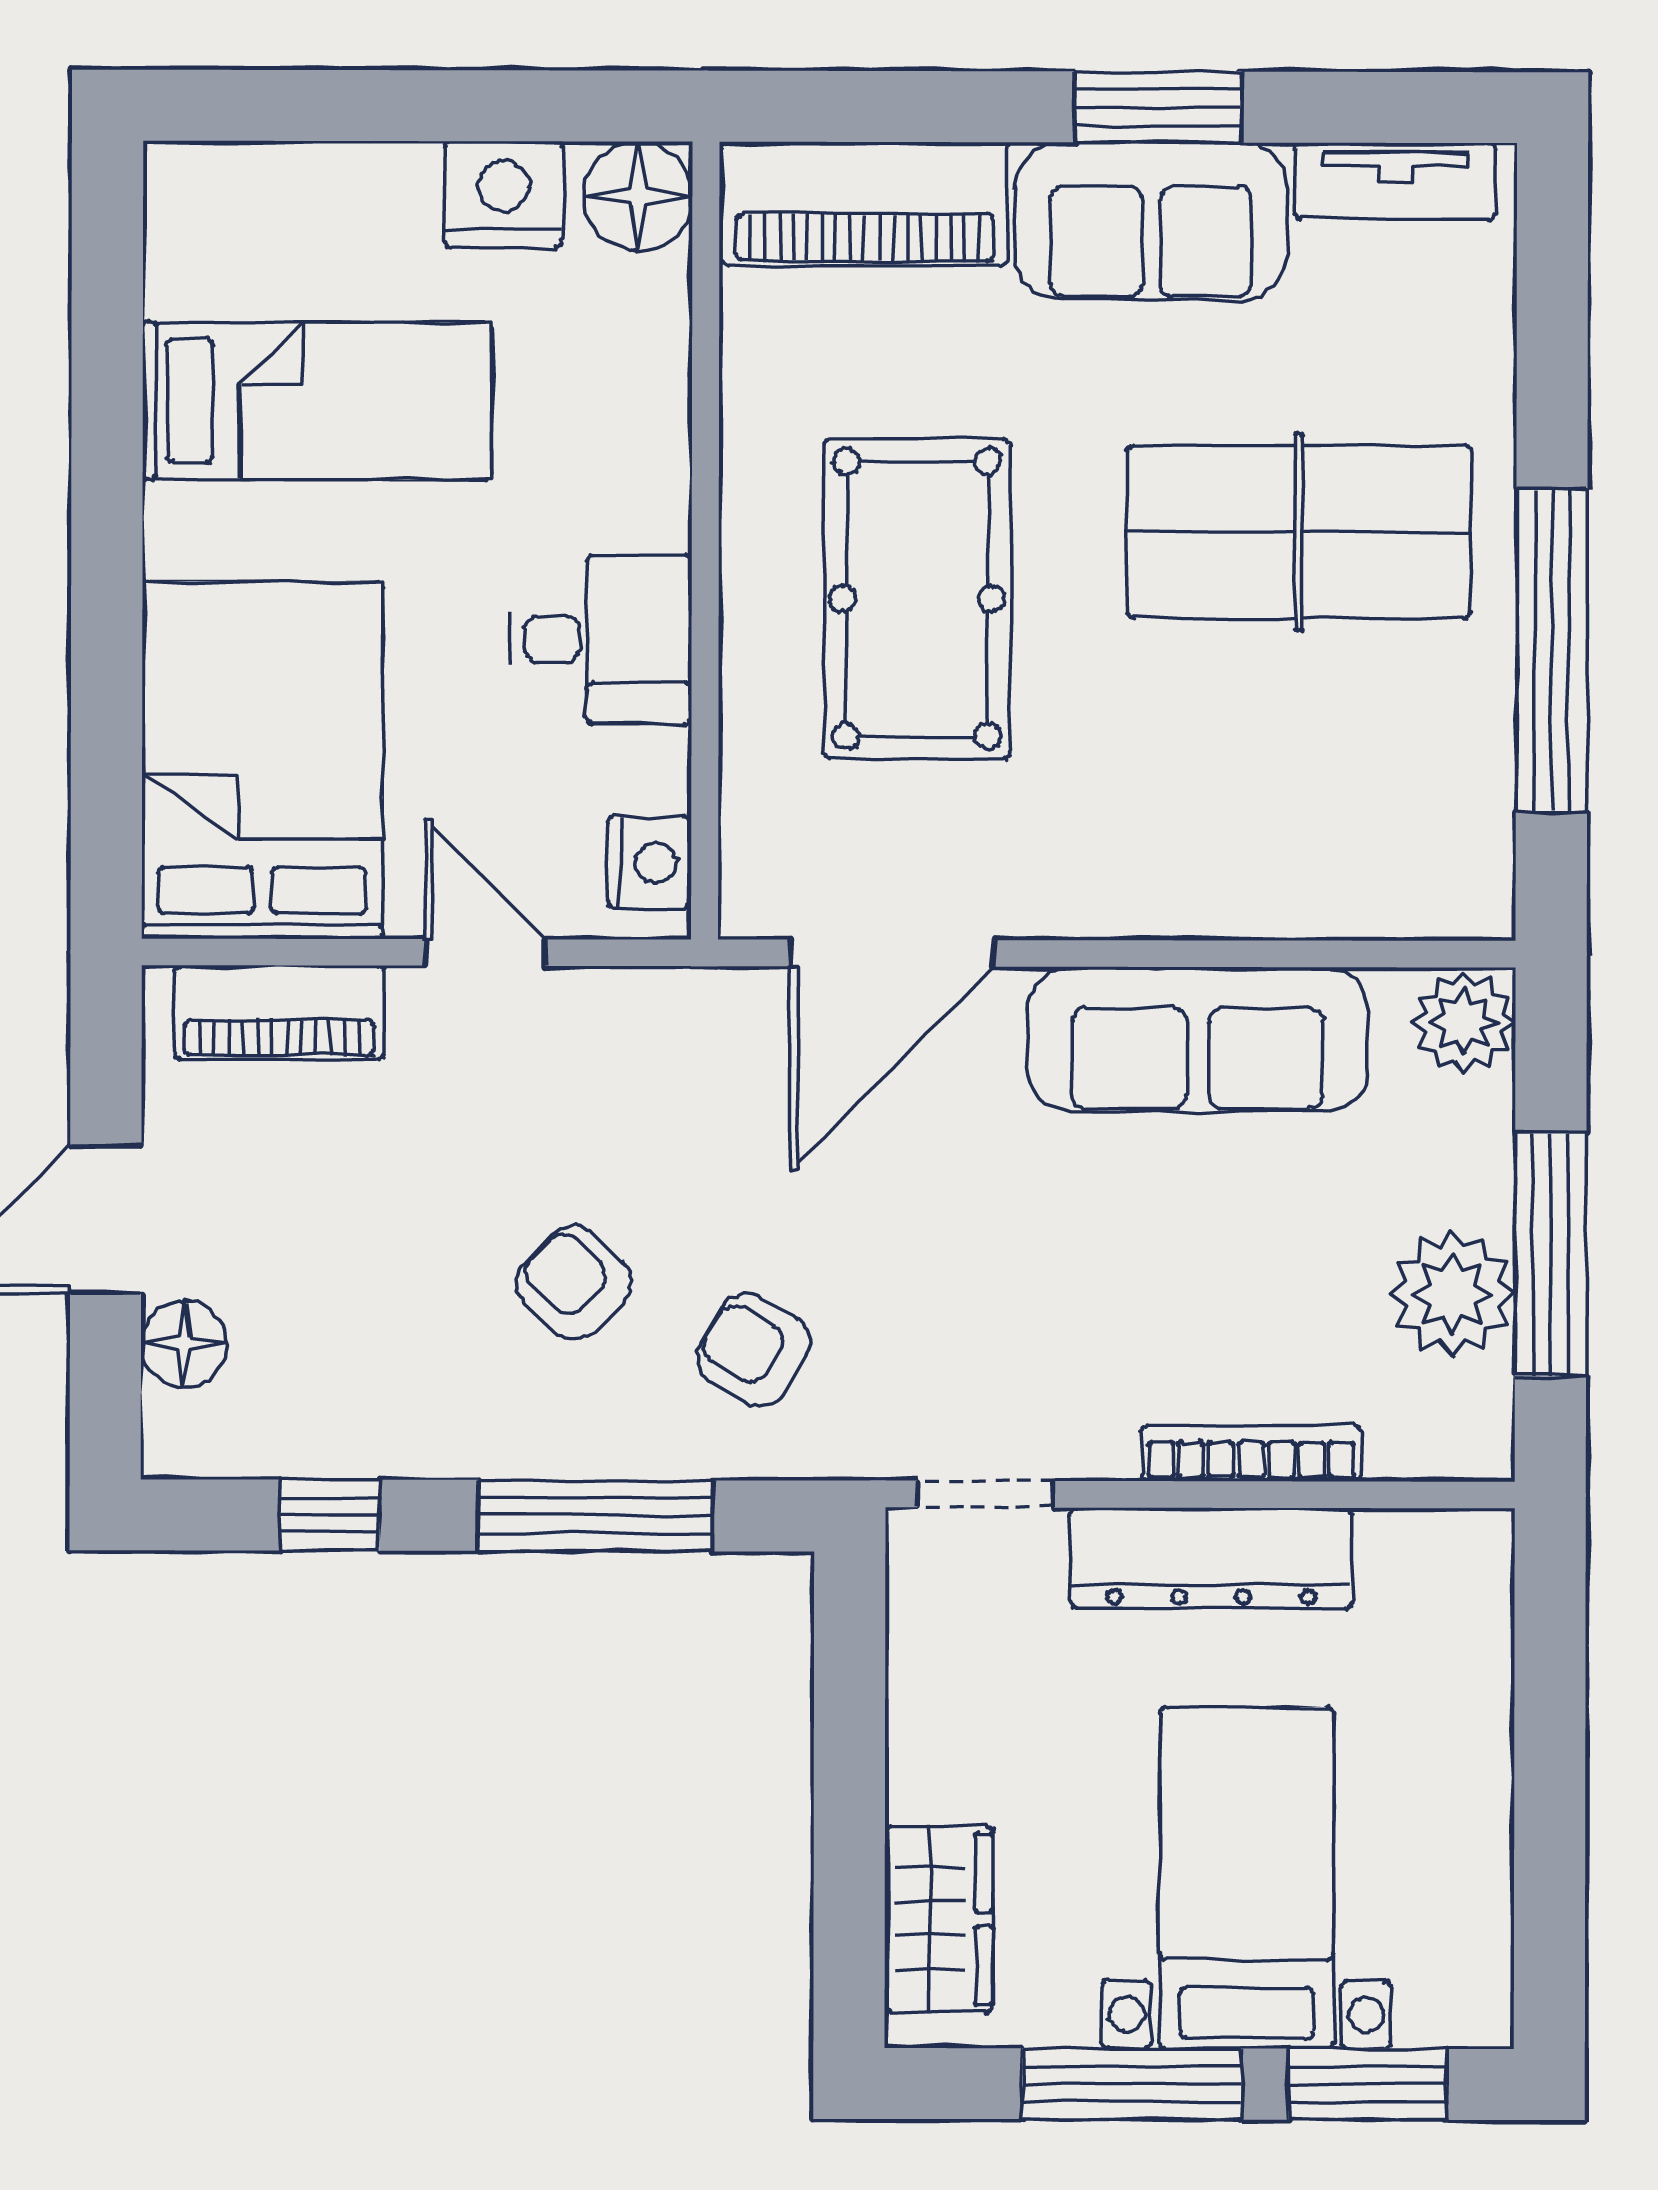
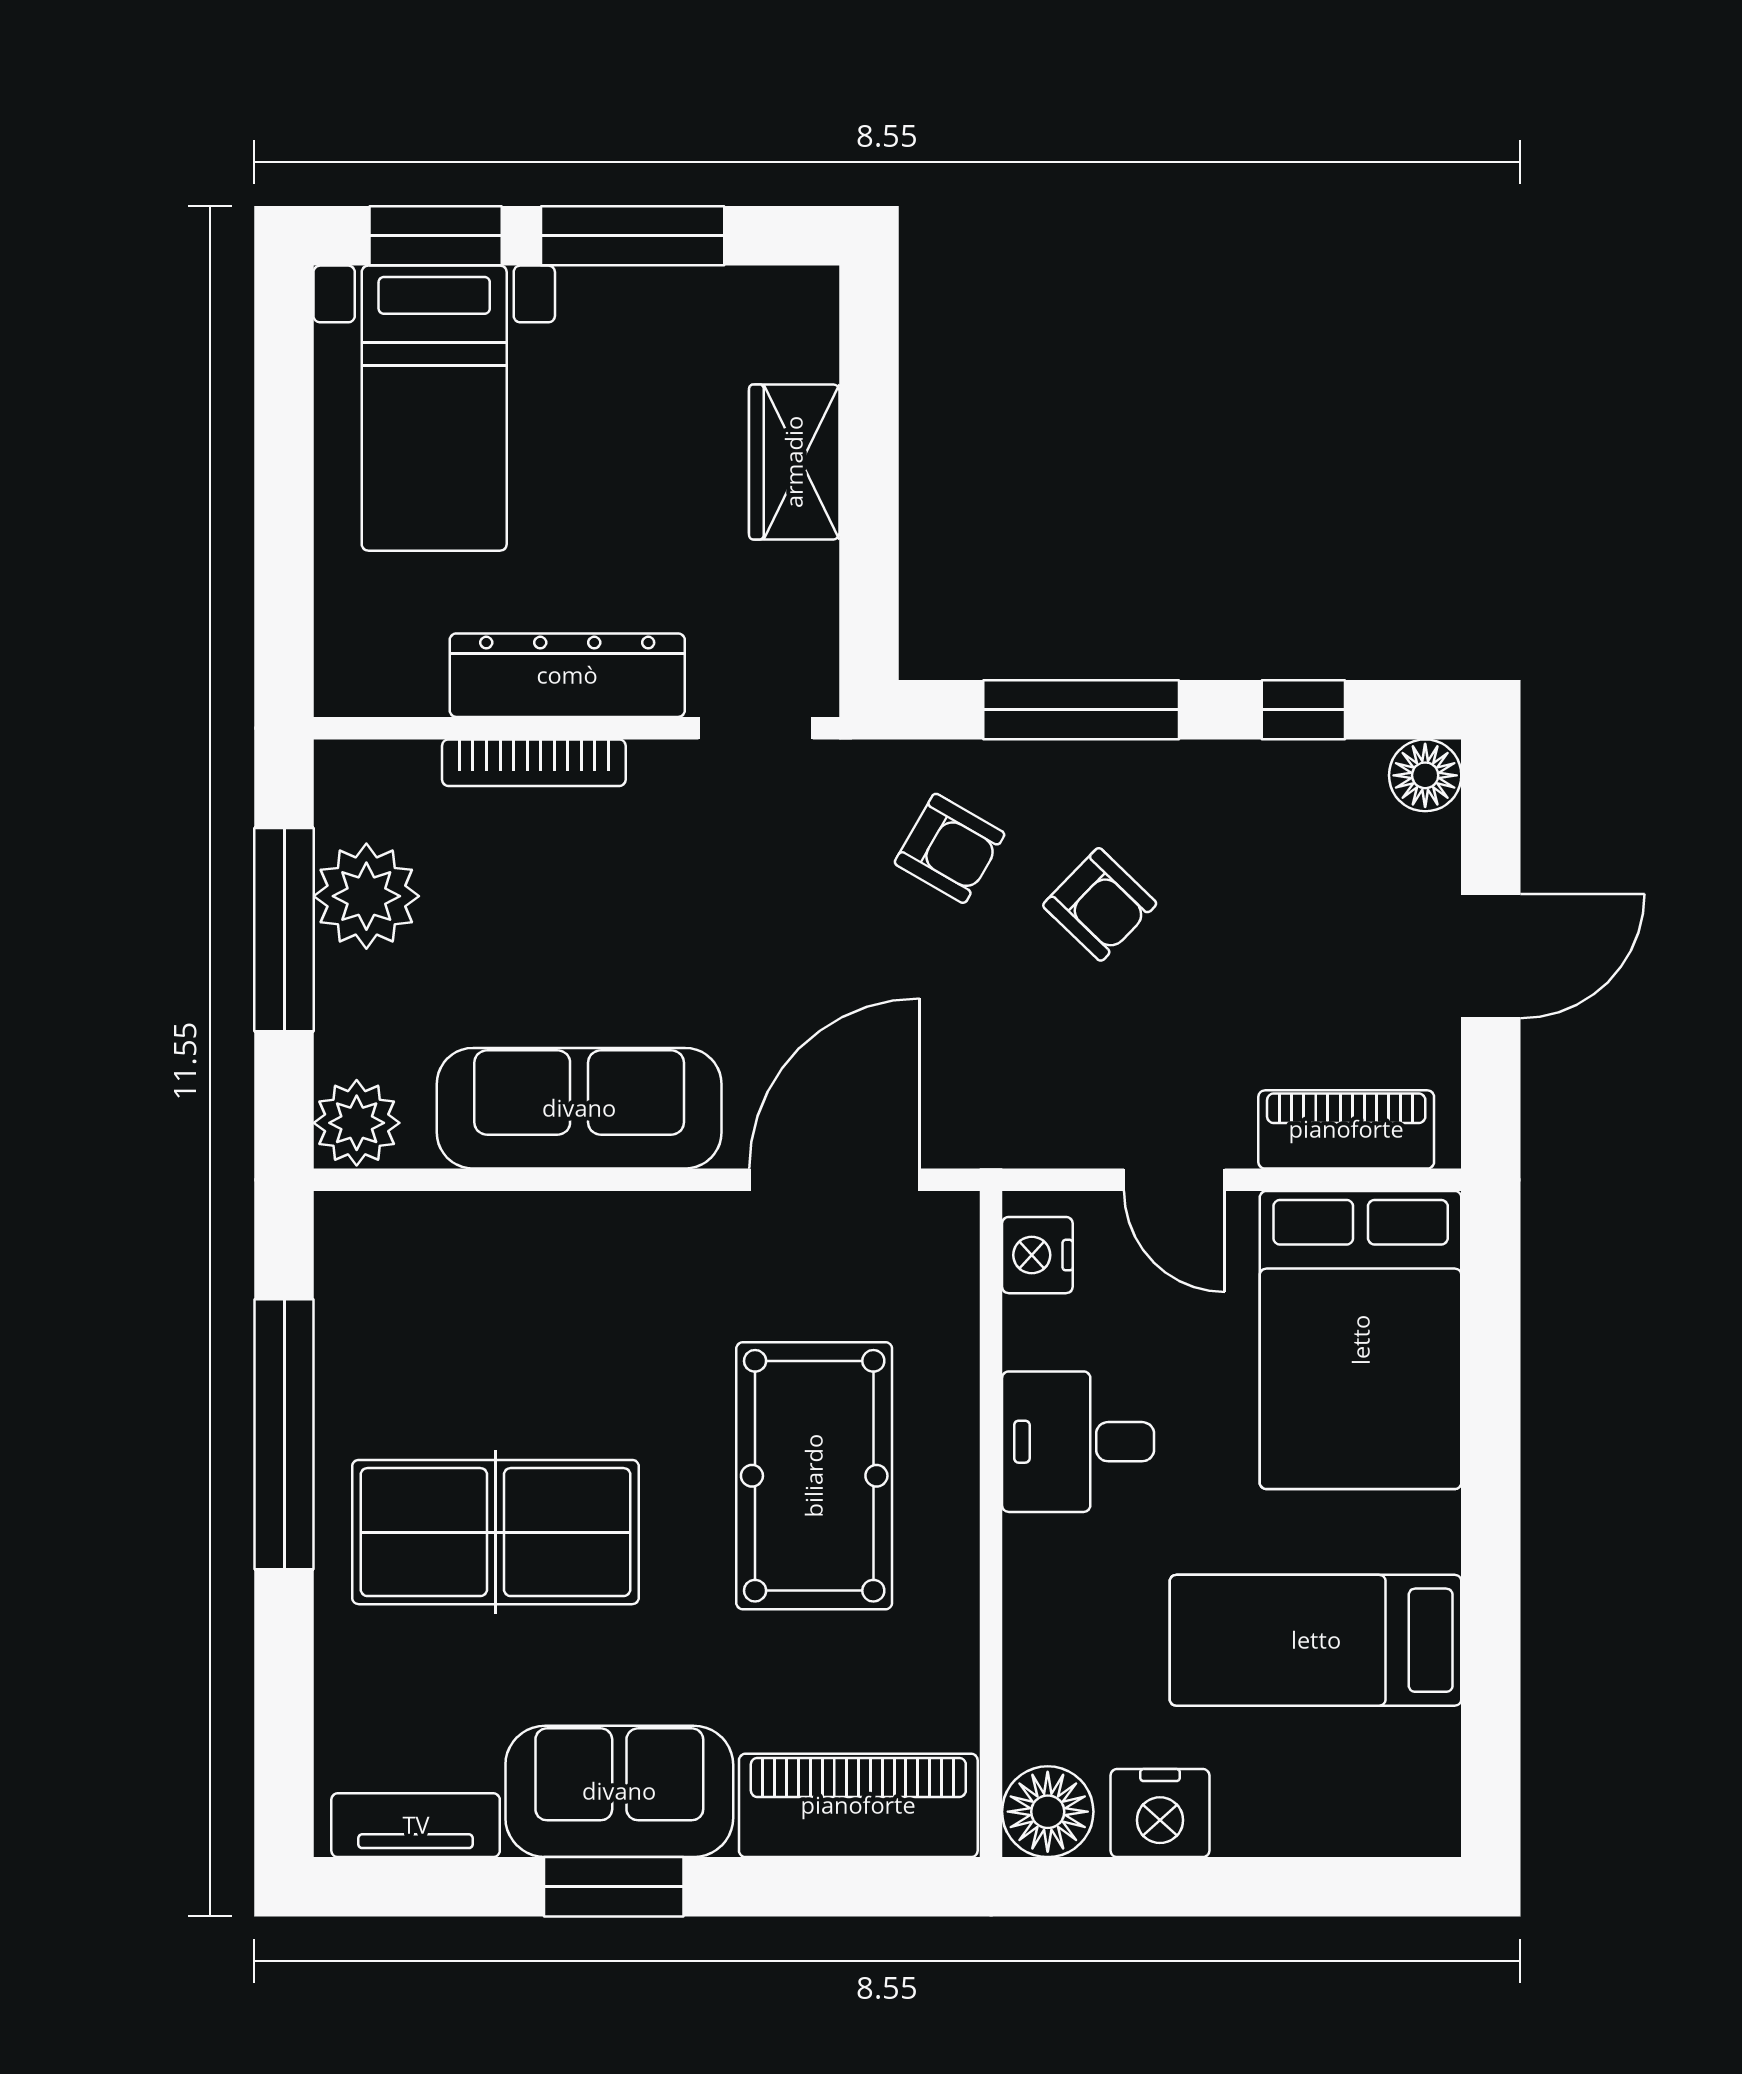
floor lamp: (184, 1344) -> (1425, 775), moved
bed with nightstands: (1247, 1878) -> (434, 408), moved
wardrobe: (939, 1919) -> (794, 462), moved

